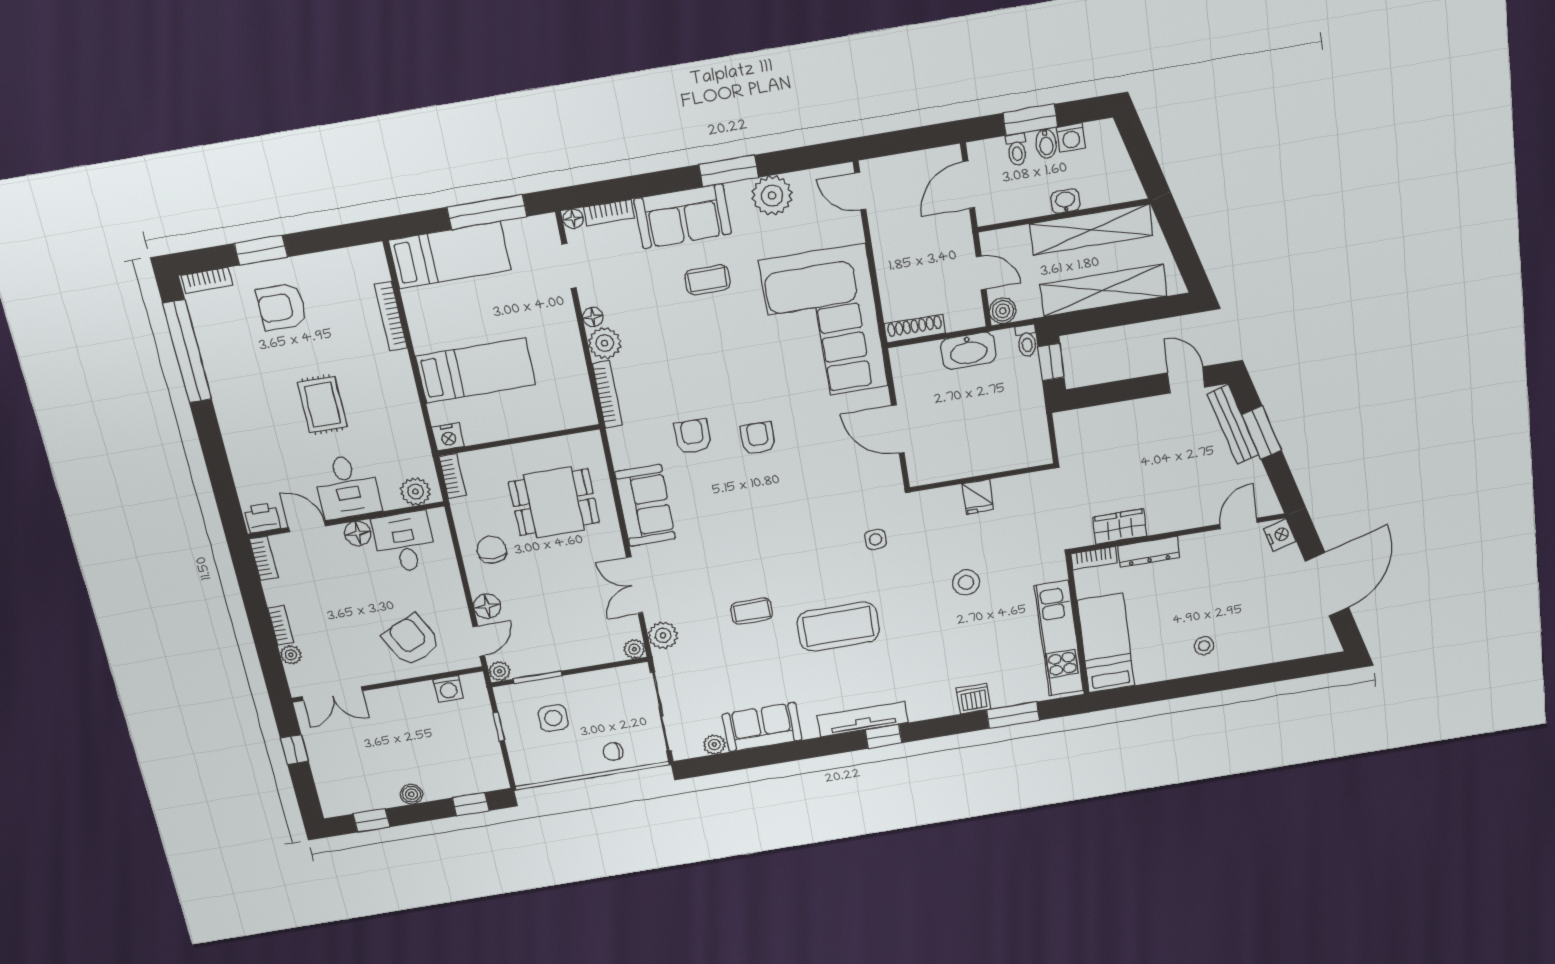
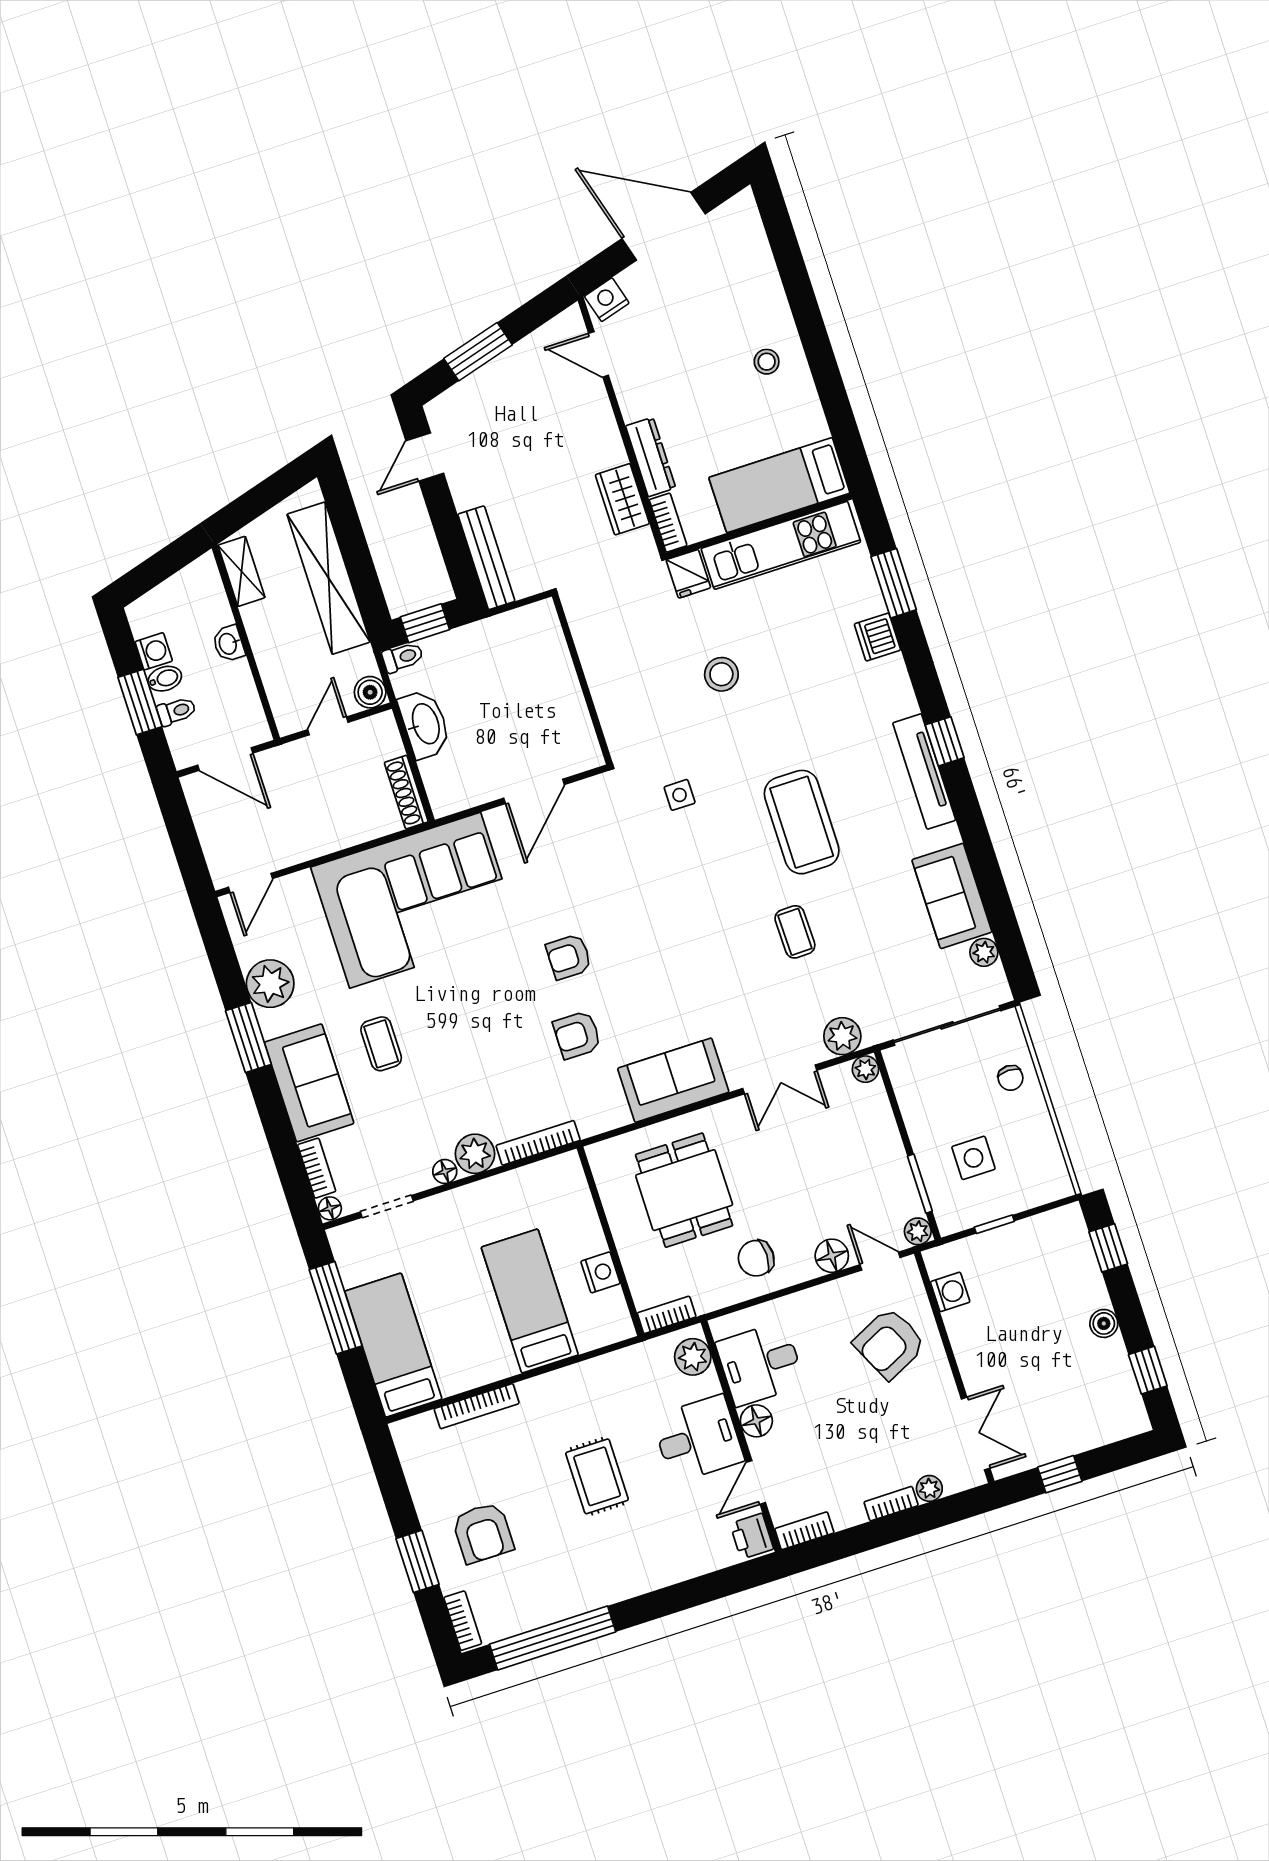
shelving: (1091, 230) -> (242, 571), width x0.45, depth x0.75
rug: (322, 405) -> (597, 1476), turned 90
bench: (1233, 424) -> (486, 558), moved, turned -74
nightstand: (448, 437) -> (601, 1272), moved
fridge: (978, 497) -> (688, 574), moved, turned 90

